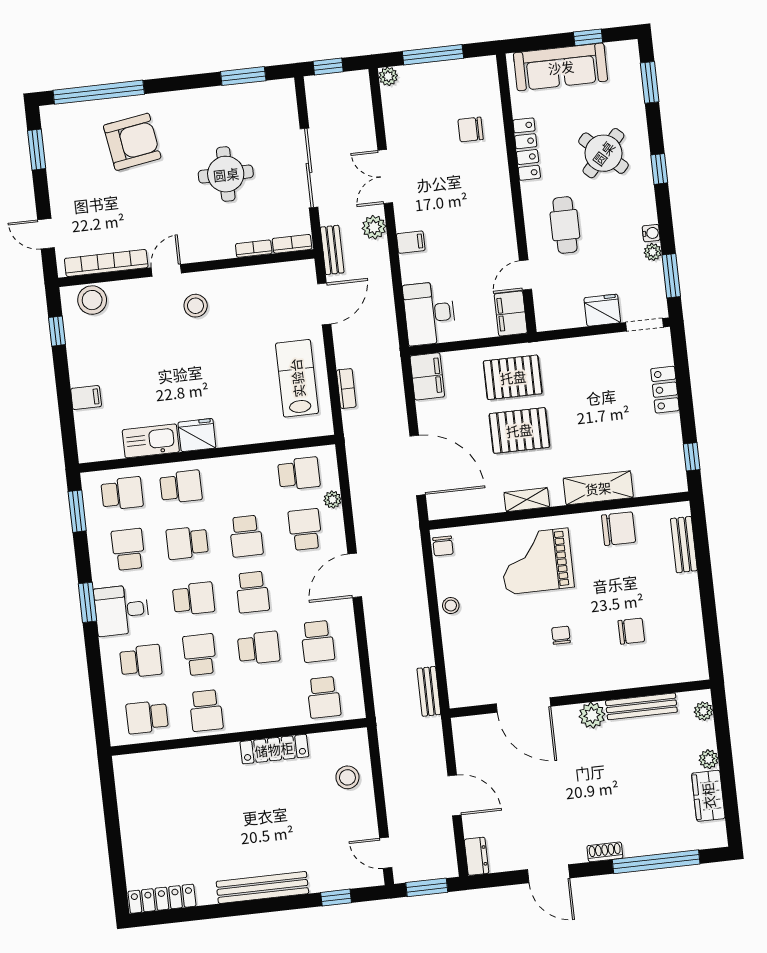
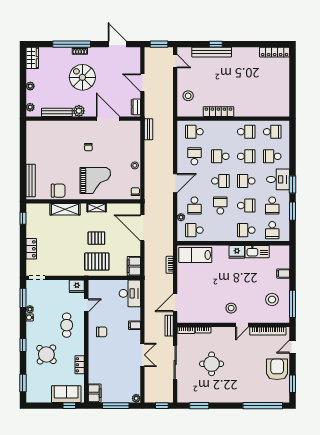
window: (588, 37) -> (69, 406), moved
sofa: (561, 67) -> (66, 394), width x0.73
chair: (471, 129) -> (102, 332), moved
armchair: (132, 142) -> (277, 369), moved, turned 99
locker: (527, 149) -> (80, 365), width x0.66
plant: (374, 227) -> (150, 334), removed
door: (46, 234) -> (293, 347), swing flipped
stool: (92, 300) -> (272, 300), moved
fridge: (602, 310) -> (77, 286), moved
filing cabinet: (511, 314) -> (95, 393), moved
window: (57, 331) -> (293, 304), width x2.17
lab bench: (297, 378) -> (195, 255), moved, turned 90
pallet: (519, 430) -> (96, 238), width x0.67, depth x0.71
school desk: (122, 493) -> (272, 230), turned -90
window: (77, 511) -> (293, 211), moved
chair: (619, 529) -> (58, 191), turned 180
bench: (684, 545) -> (31, 181), width x1.36
school desk: (252, 592) -> (220, 181), turned 90
chair: (631, 631) -> (58, 145), removed
school desk: (200, 655) -> (246, 156), turned -90
school desk: (324, 697) -> (194, 132), turned -90
school desk: (206, 710) -> (246, 132), turned 90
spiral stairs: (592, 792) -> (82, 77), added
wardrobe: (708, 796) -> (32, 58), moved
dresser: (477, 856) -> (136, 107), moved
window: (656, 862) -> (72, 44), moved
door: (549, 874) -> (117, 44), moved
bench: (262, 887) -> (212, 52), moved
window: (336, 898) -> (216, 44), moved

